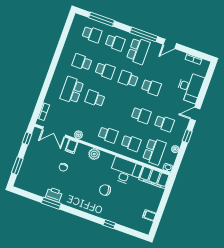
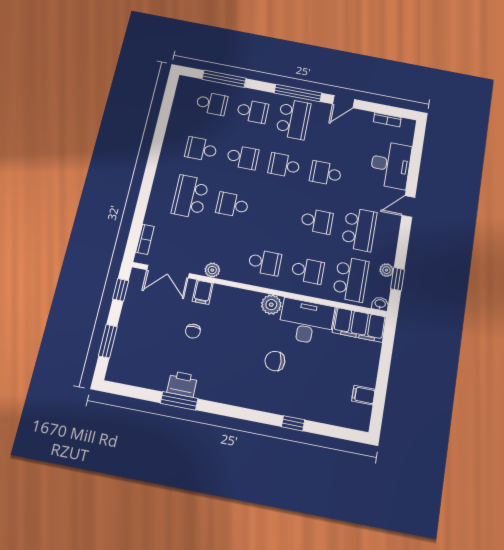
school desk: (151, 87) -> (326, 173), turned 180
school desk: (164, 123) -> (359, 229), width x1.85
window: (187, 136) -> (397, 279), moved
plant: (94, 154) -> (271, 305), moved

